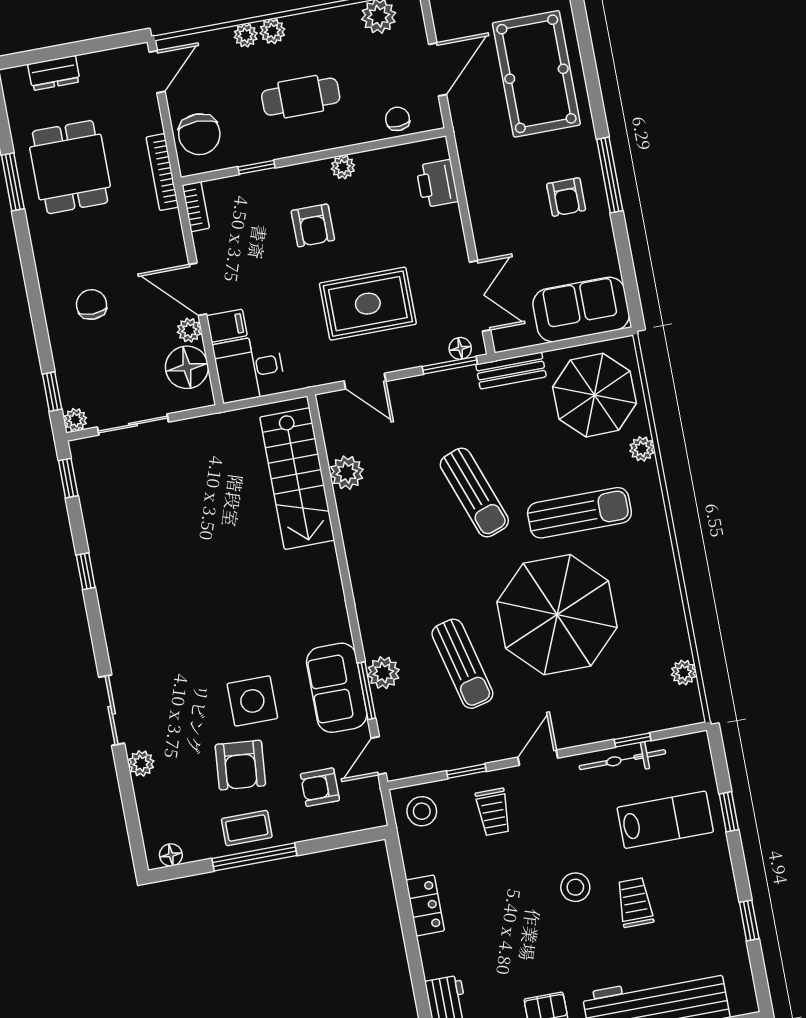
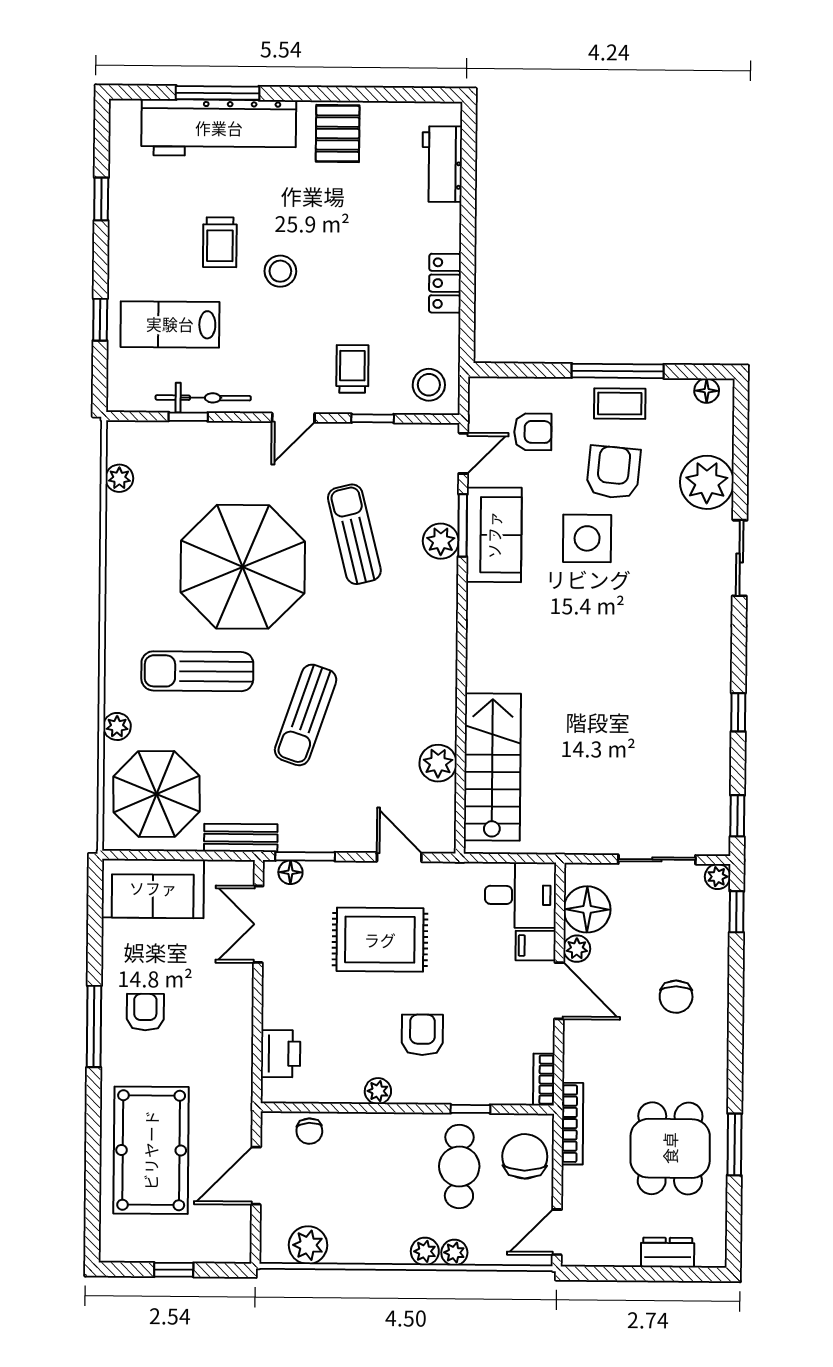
cafe table: (301, 97) -> (459, 1167), moved, turned 90
sun lounger: (474, 493) -> (306, 715), turned -141
plant: (141, 763) -> (707, 482), width x1.88, depth x1.88

